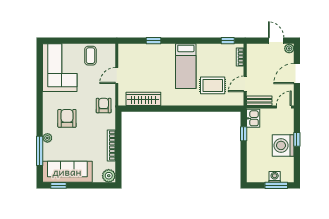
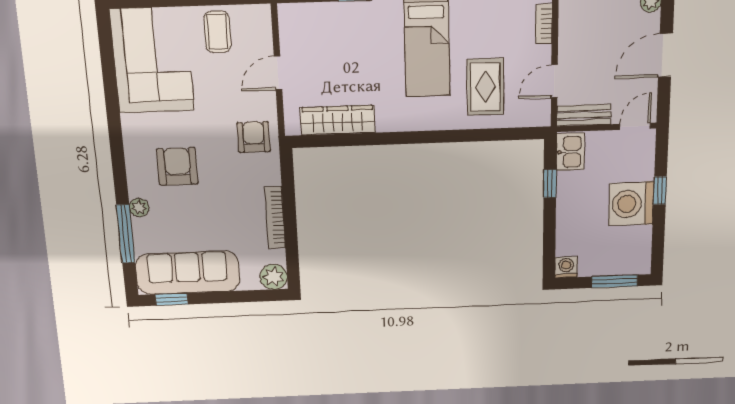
rug: (213, 85) -> (485, 87), turned 90
washing machine: (275, 177) -> (566, 267), moved

